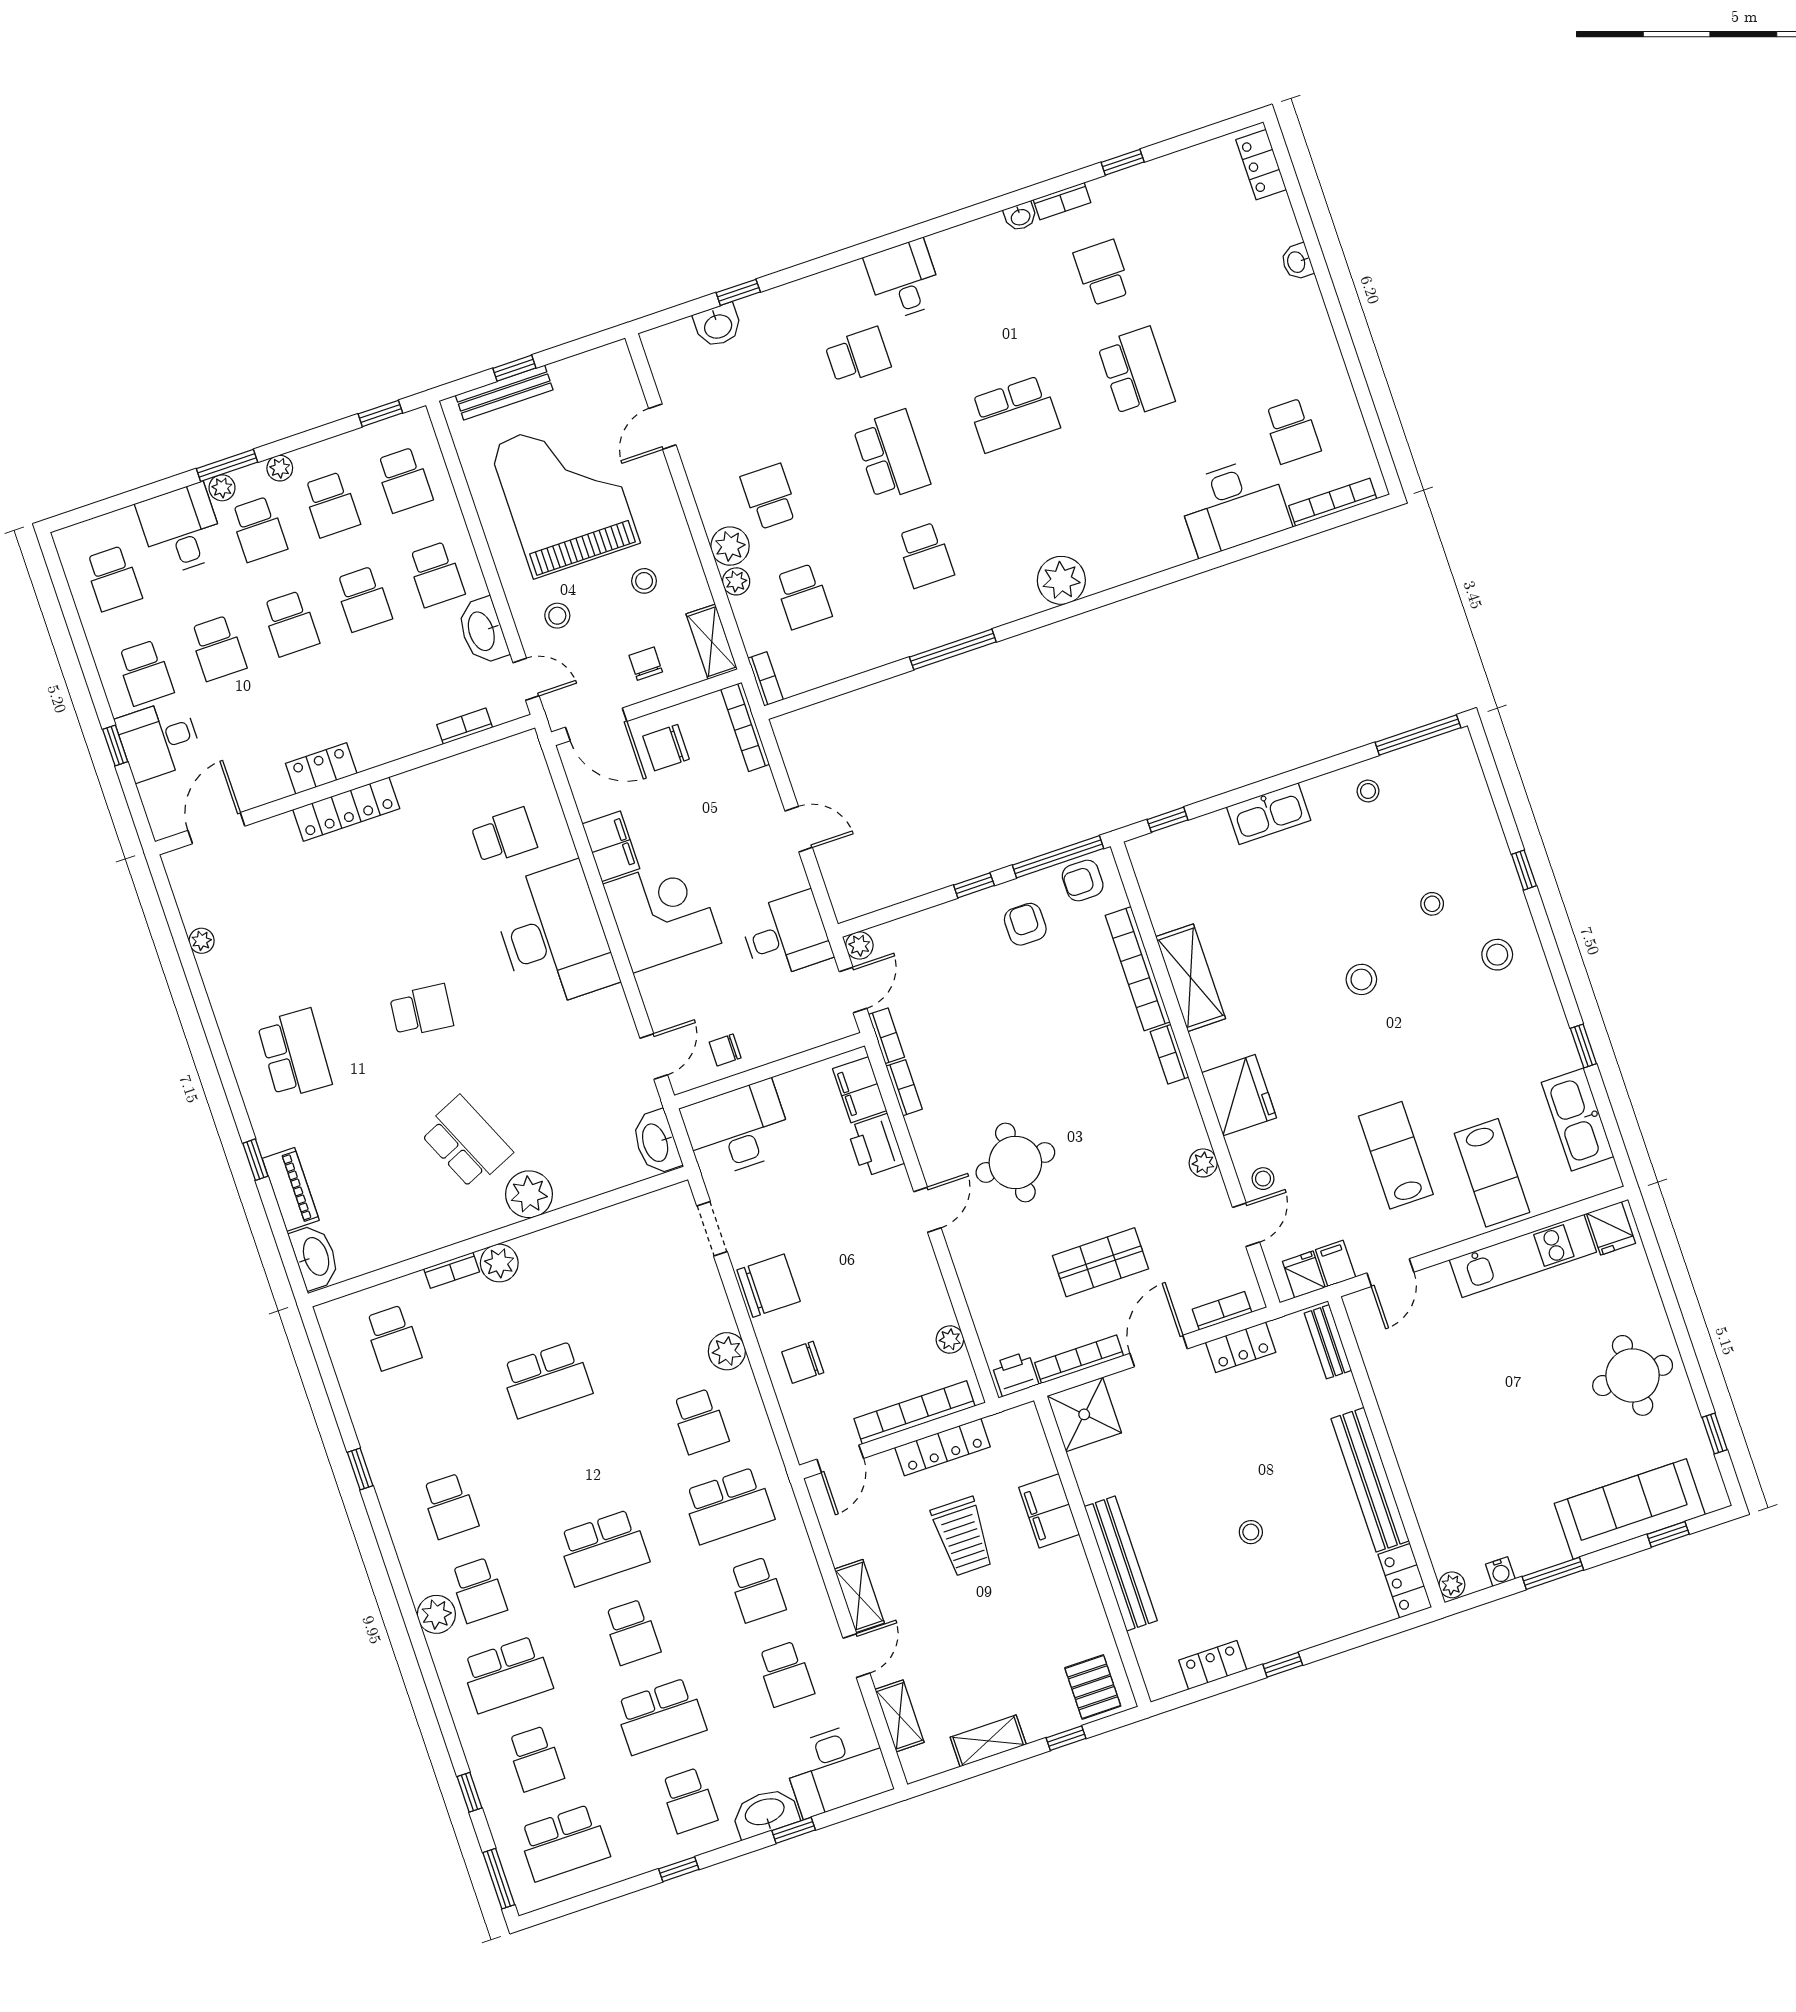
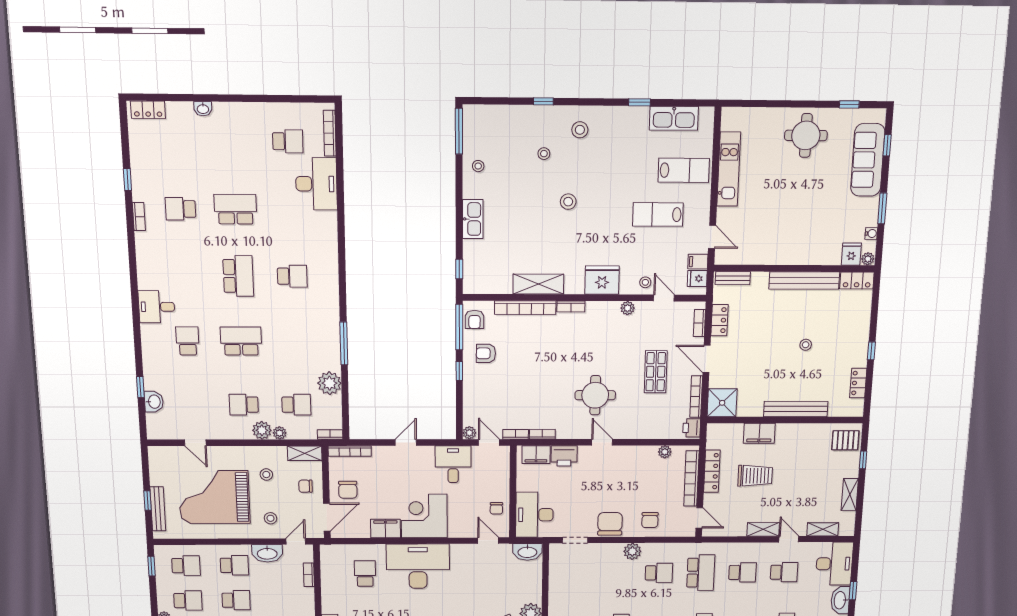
washbasin: (1020, 217) -> (141, 240), removed
school desk: (925, 555) -> (292, 276), moved
plant: (1061, 580) -> (329, 383), moved
fridge: (1611, 1228) -> (851, 254), moved, turned -90

